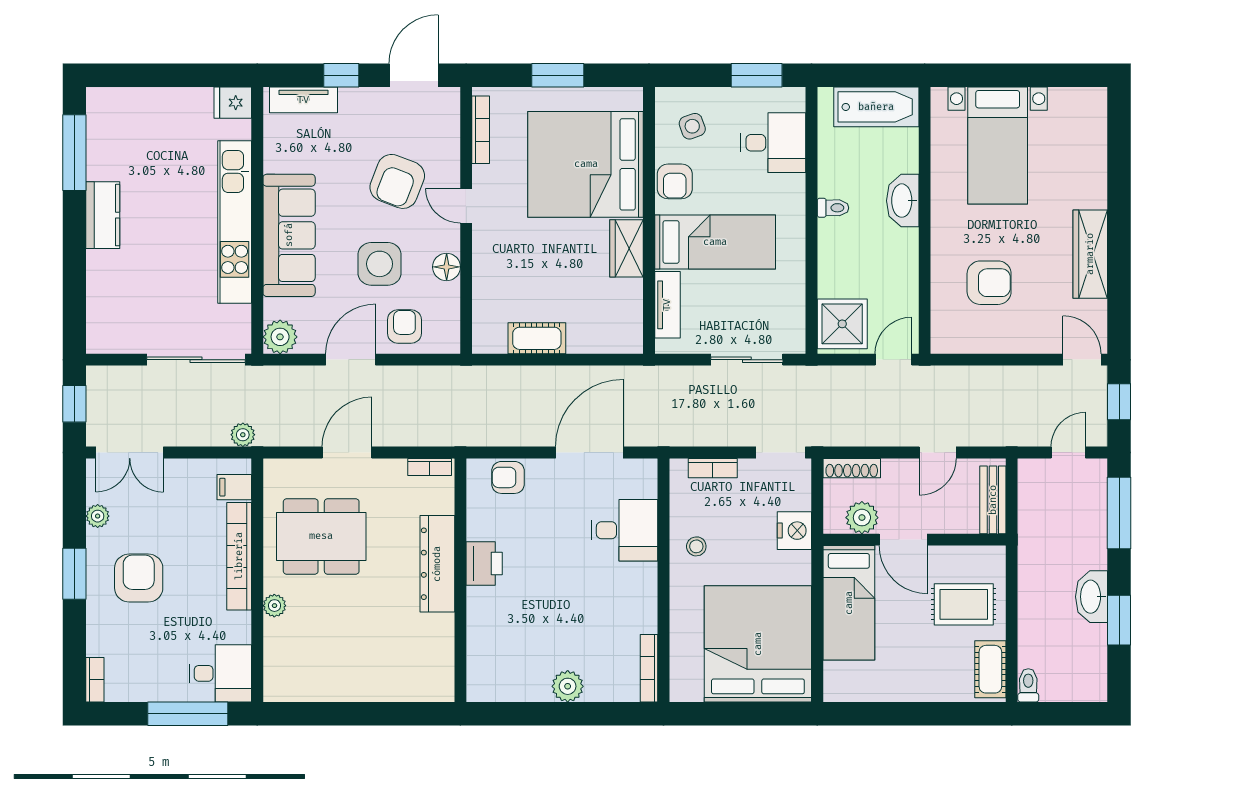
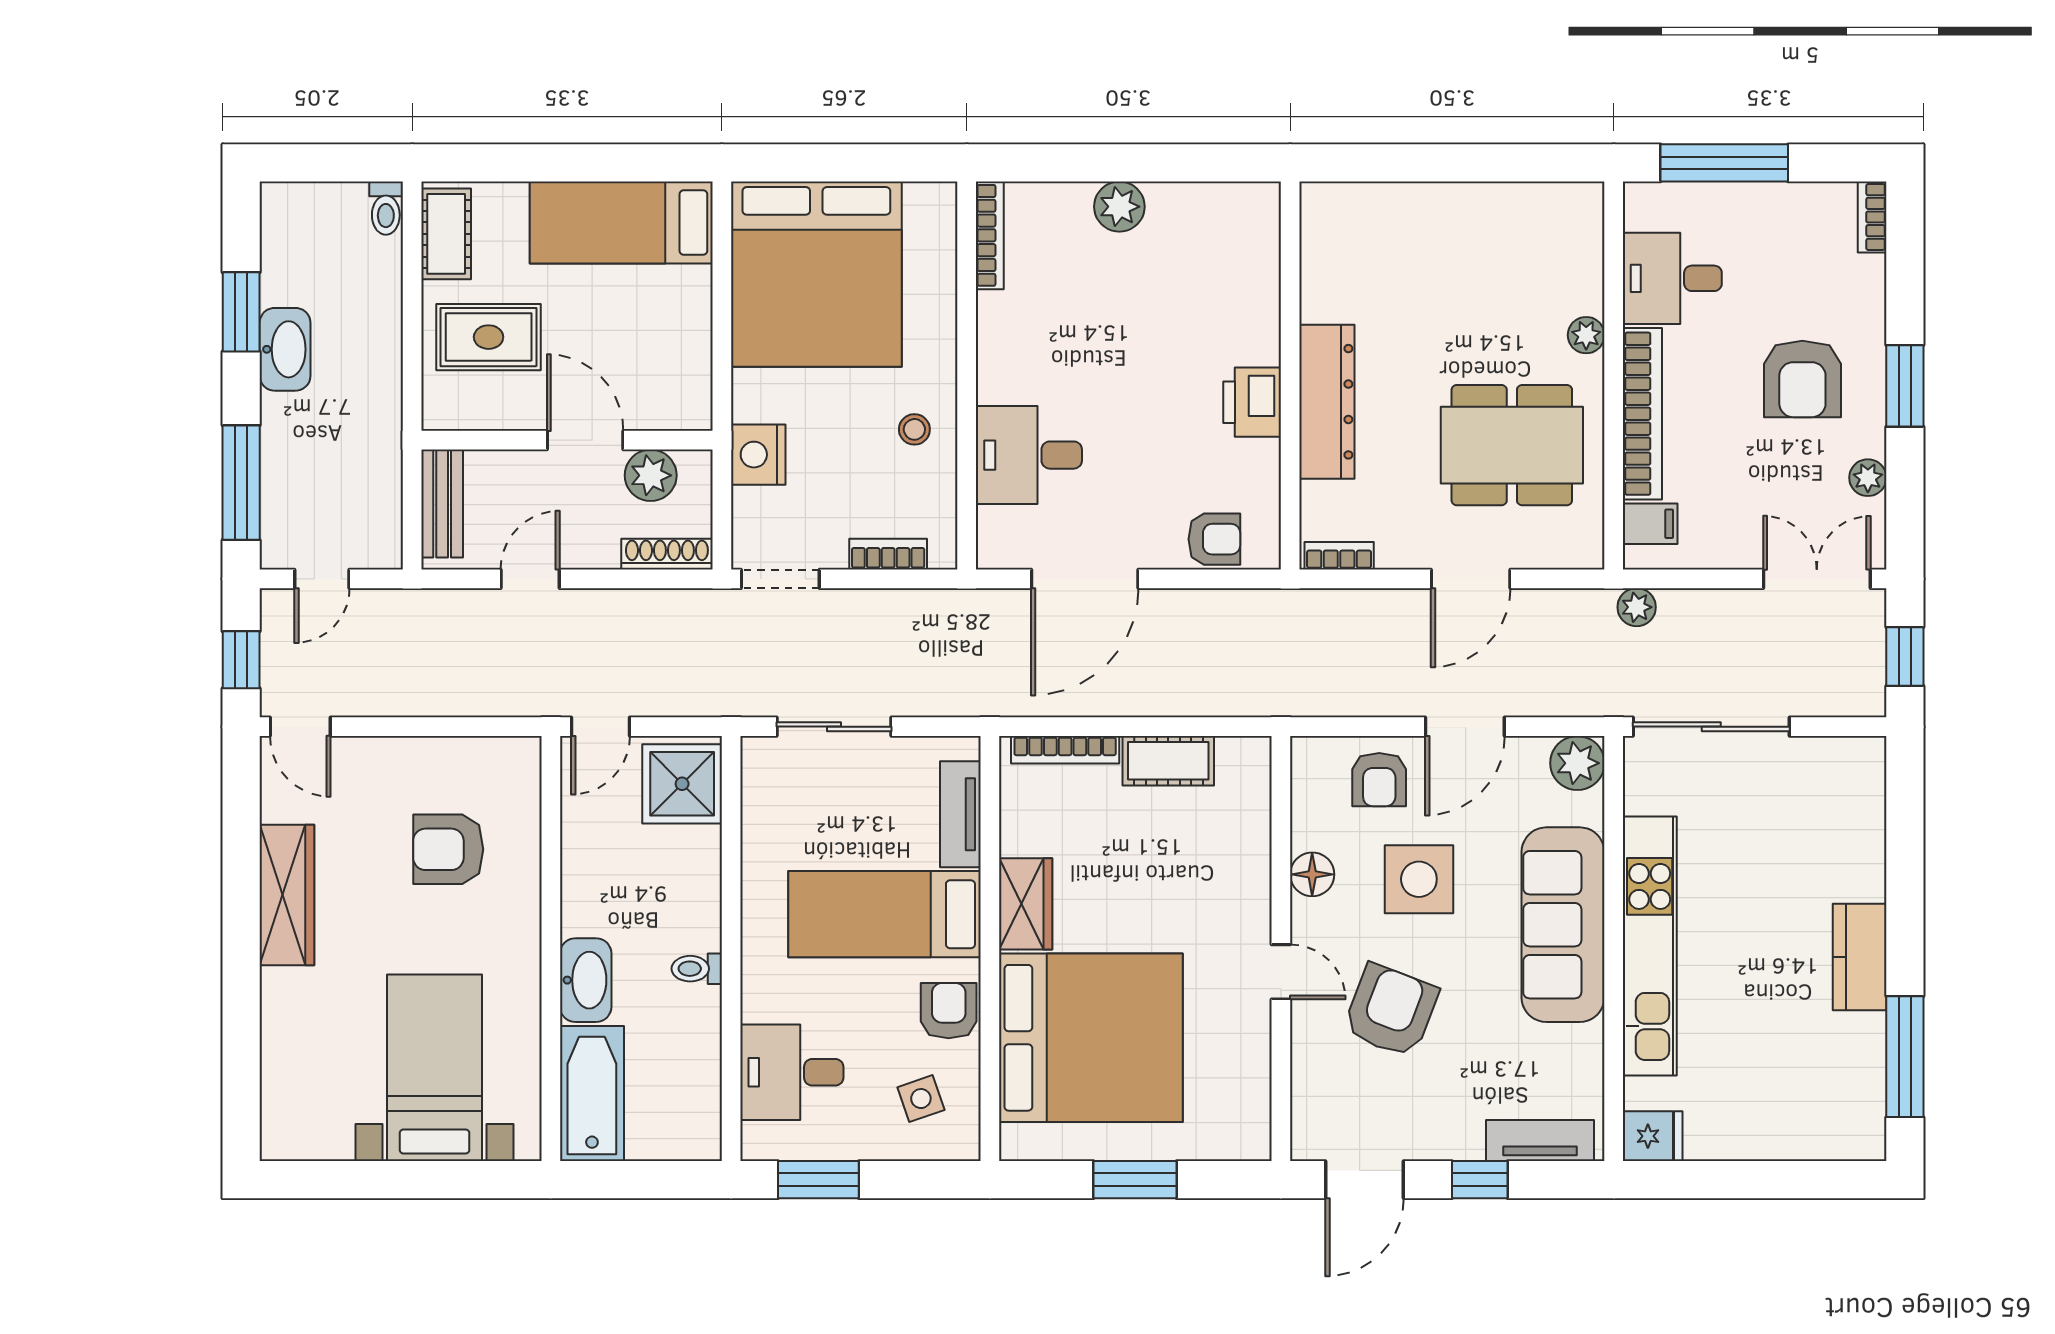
bathtub: (876, 107) -> (592, 1093), moved, turned 90
bookcase: (481, 130) -> (1065, 750), moved, turned -90
bed: (849, 603) -> (621, 222), moved, turned -90
desk: (220, 673) -> (1672, 278), moved

